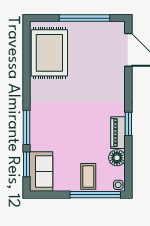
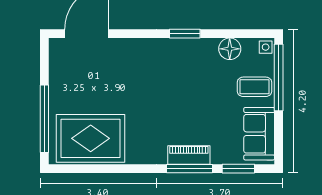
window: (84, 18) -> (44, 119), moved
piano: (118, 133) -> (189, 155), moved, turned 180
sofa: (41, 172) -> (259, 134), moved, turned -90

